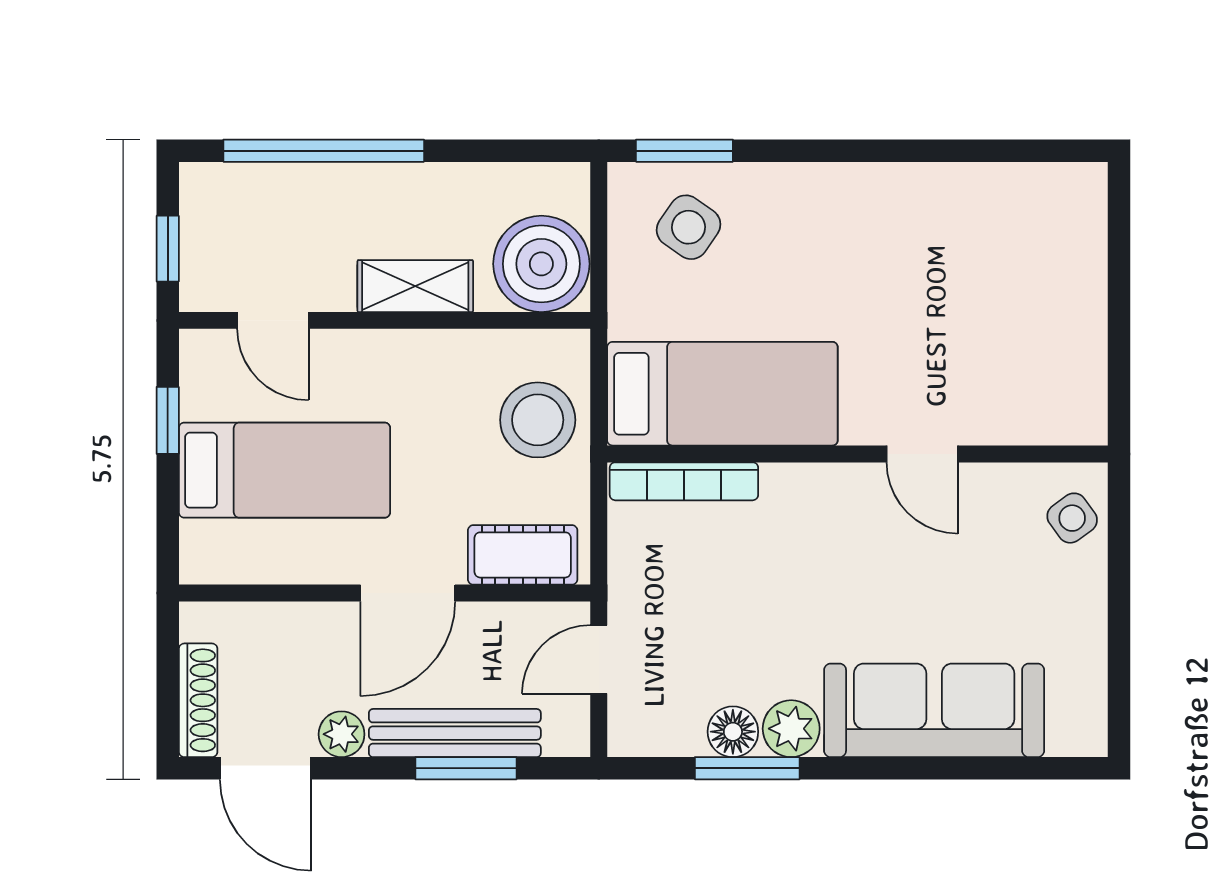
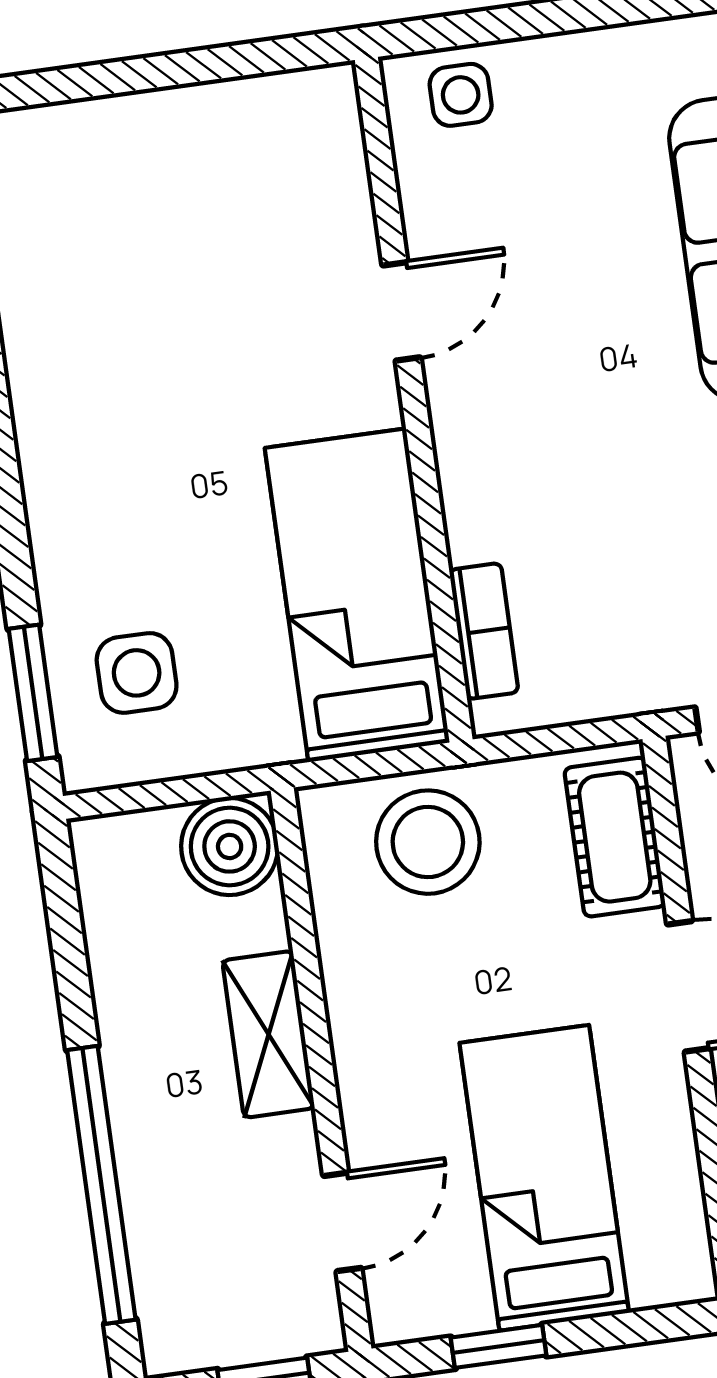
side table: (689, 227) -> (137, 673), turned -35
boiler: (541, 264) -> (230, 846), width x0.73, depth x0.73
bookcase: (684, 481) -> (484, 631), width x0.64
side table: (1072, 518) -> (461, 95), turned 36

